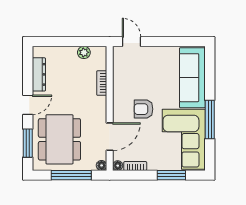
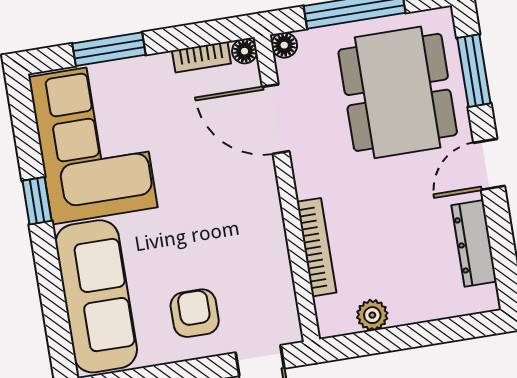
bookcase: (102, 83) -> (317, 247), width x1.56
armchair: (144, 109) -> (195, 313), moved, turned -90
window: (210, 119) -> (37, 201), width x0.46
door: (110, 137) -> (276, 119), hinge flipped

